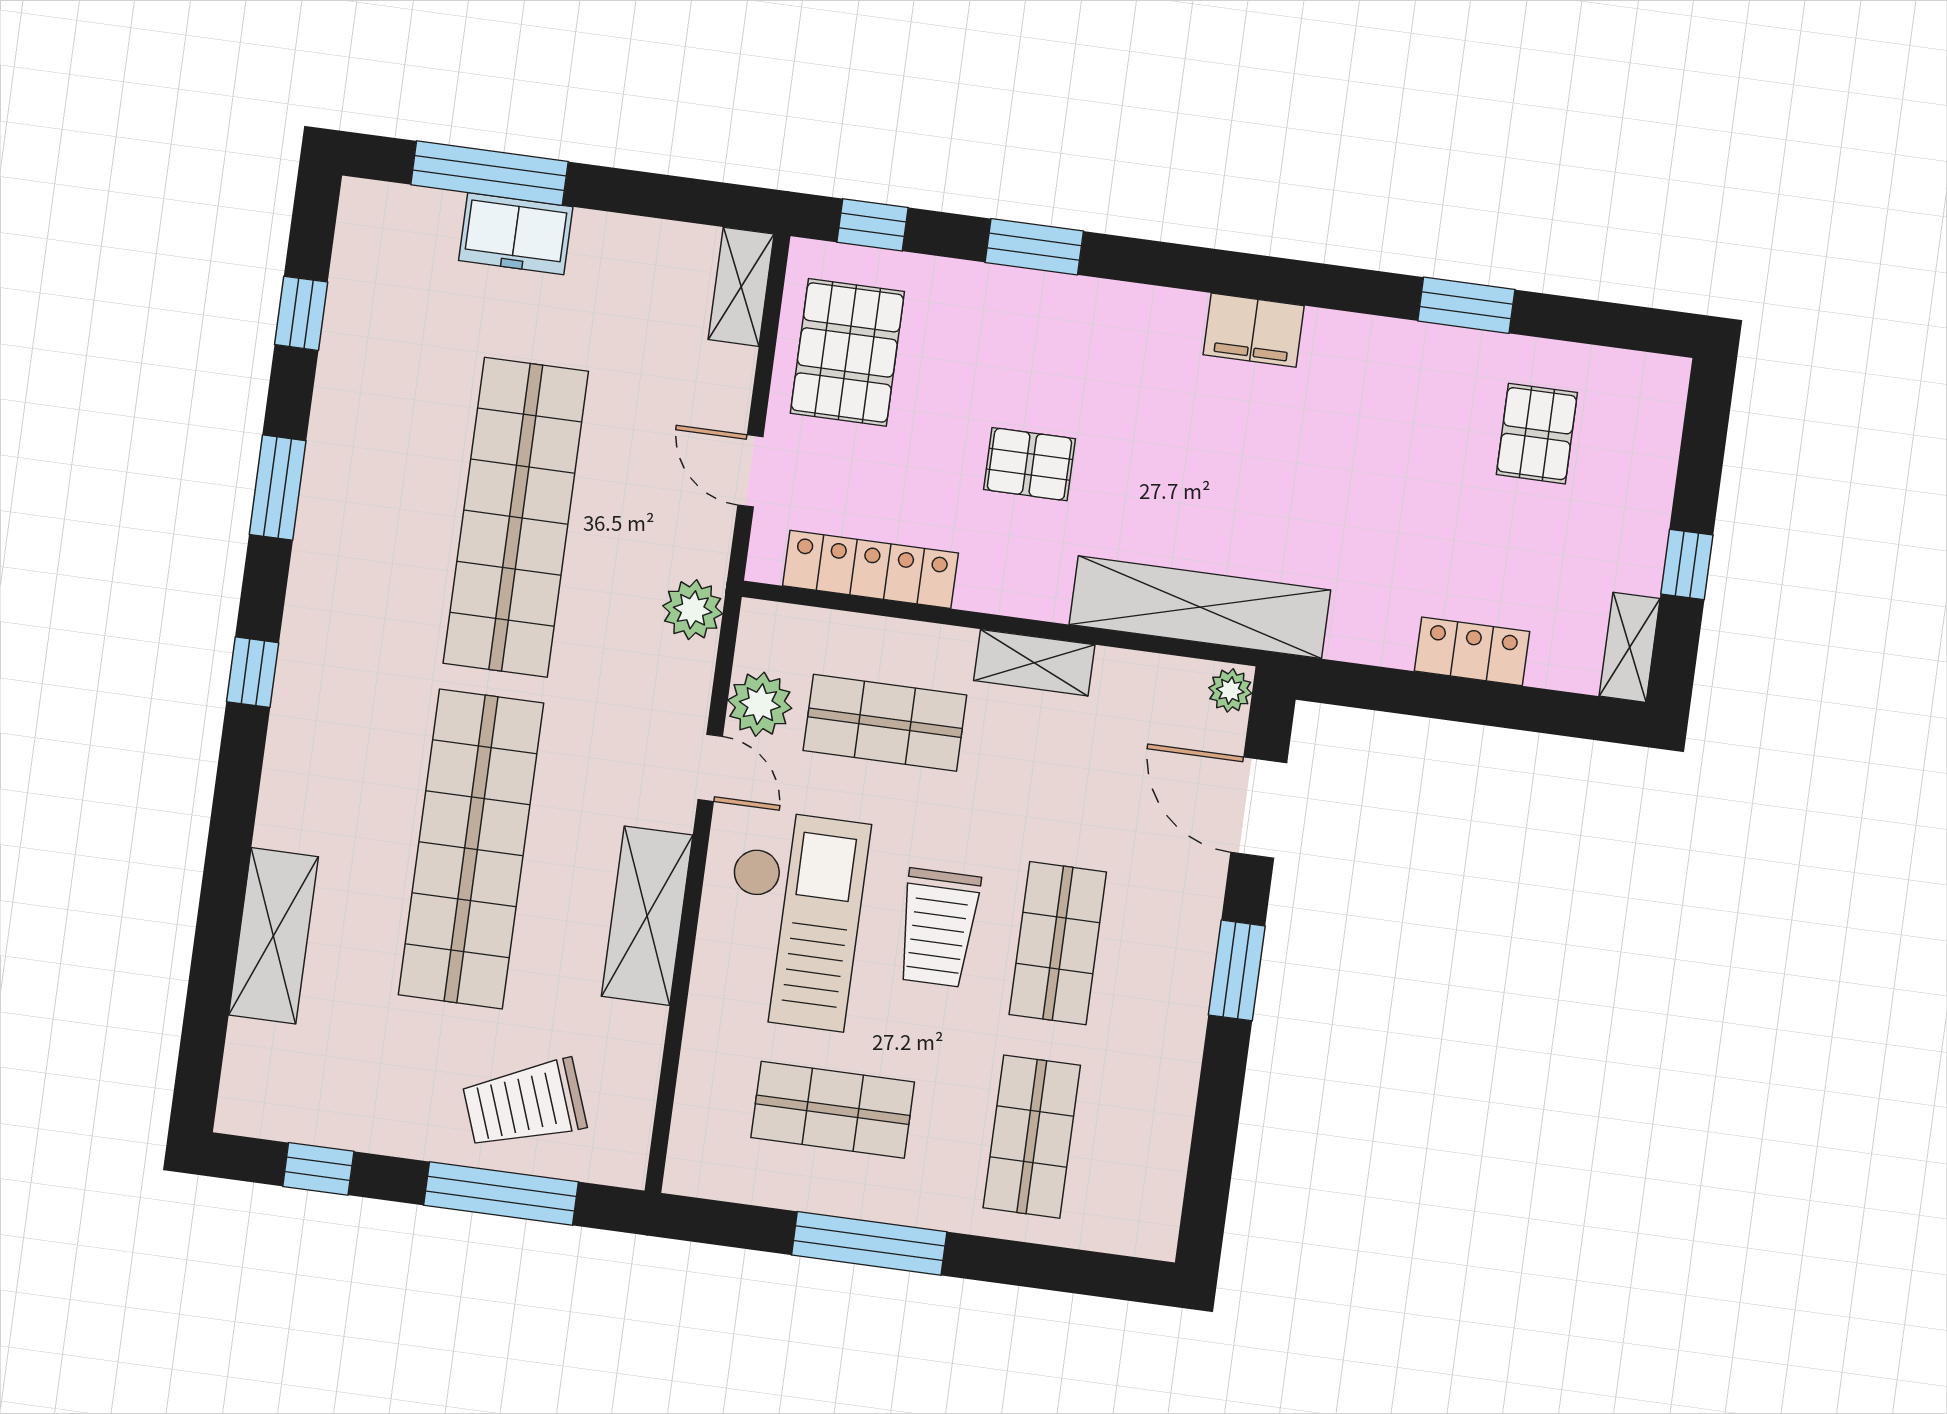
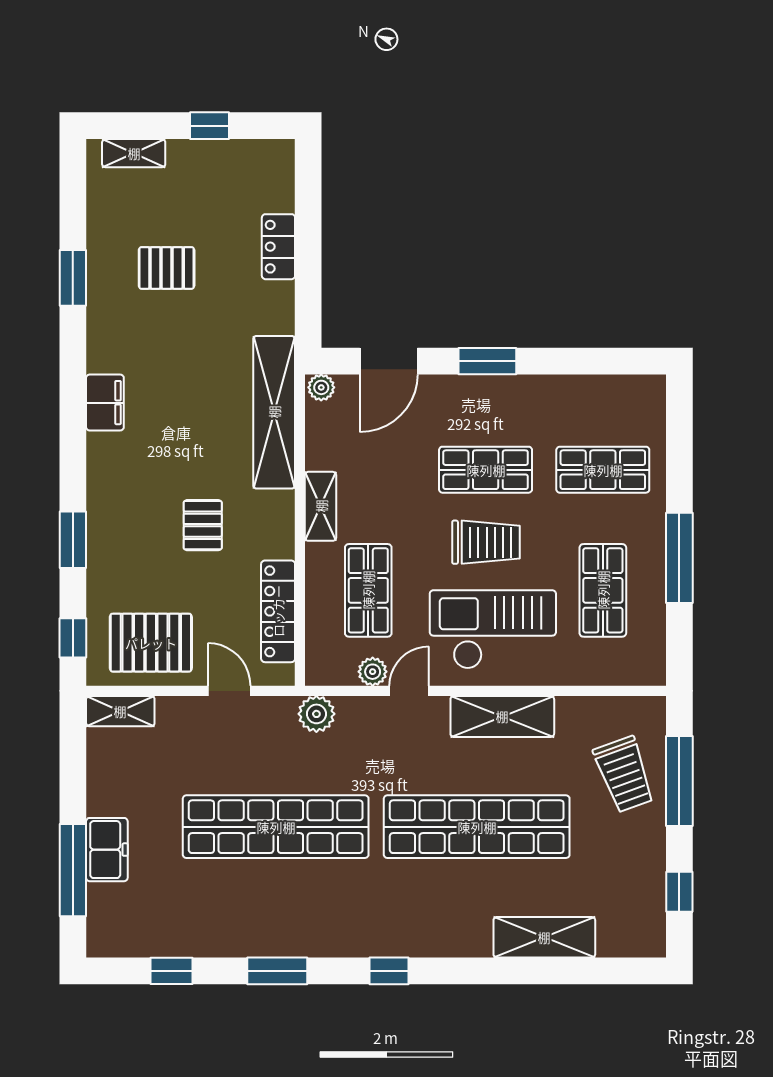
pallet: (1537, 434) -> (167, 268), moved
door: (750, 471) -> (229, 691), swing flipped
shelving: (1630, 647) -> (134, 153), moved
plant: (760, 704) -> (373, 672), width x0.73, depth x0.73

